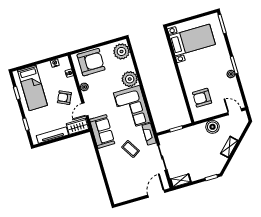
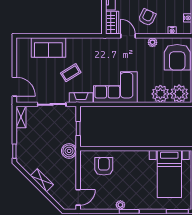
plant: (130, 79) -> (160, 94), moved
boiler: (212, 127) -> (69, 151), moved
sofa: (102, 131) -> (48, 47), moved

